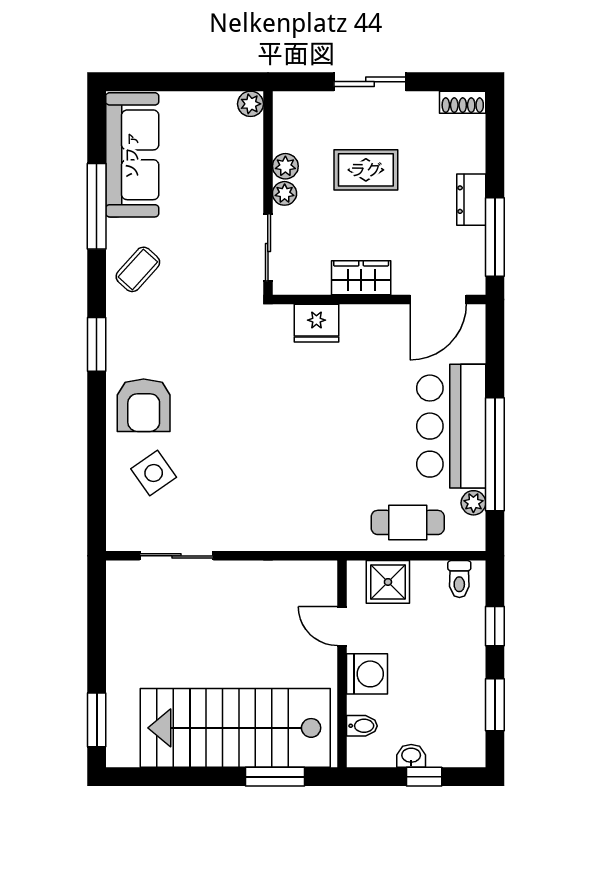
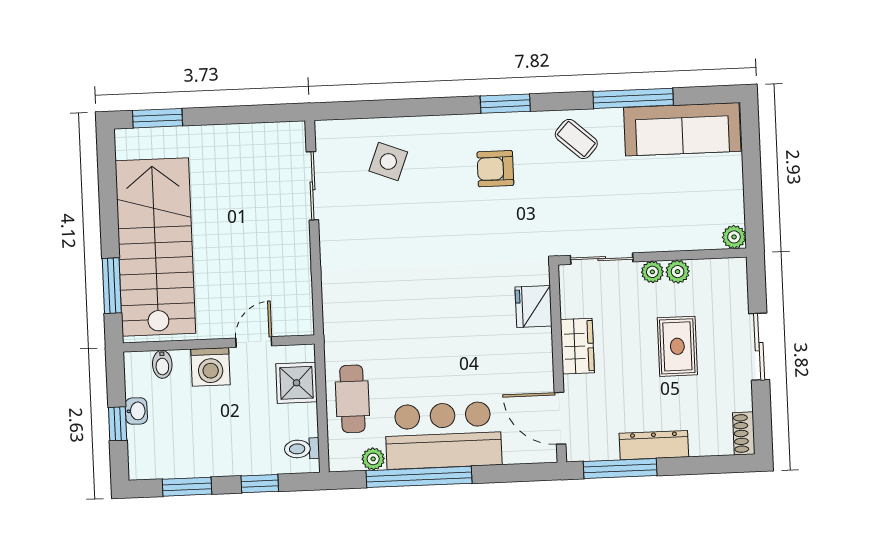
dresser: (471, 200) -> (654, 445), width x1.44
armchair: (144, 405) -> (495, 169), moved, width x0.72, depth x0.72
side table: (154, 473) -> (388, 161), turned -34

